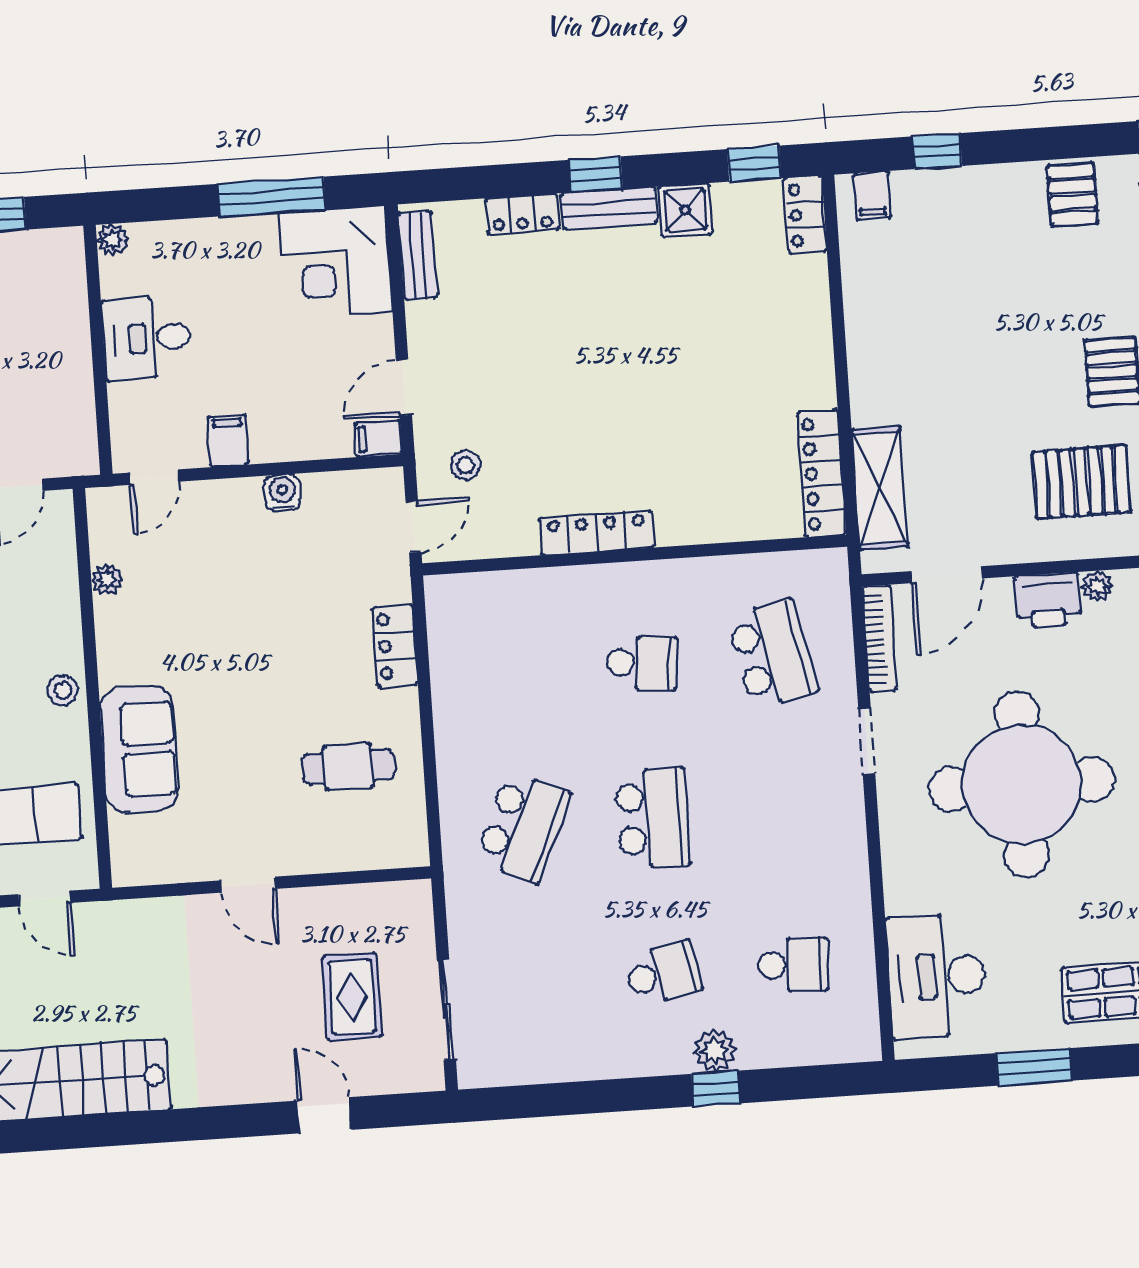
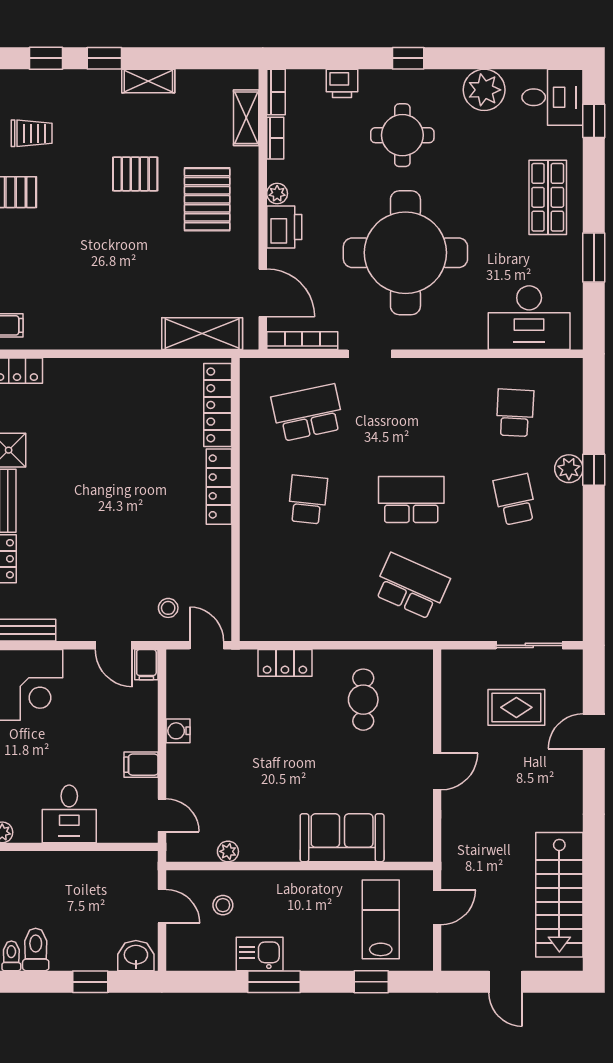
locker: (821, 473) -> (218, 405), moved, turned 90
locker: (596, 533) -> (219, 487), moved
stool: (63, 690) -> (223, 905), moved

